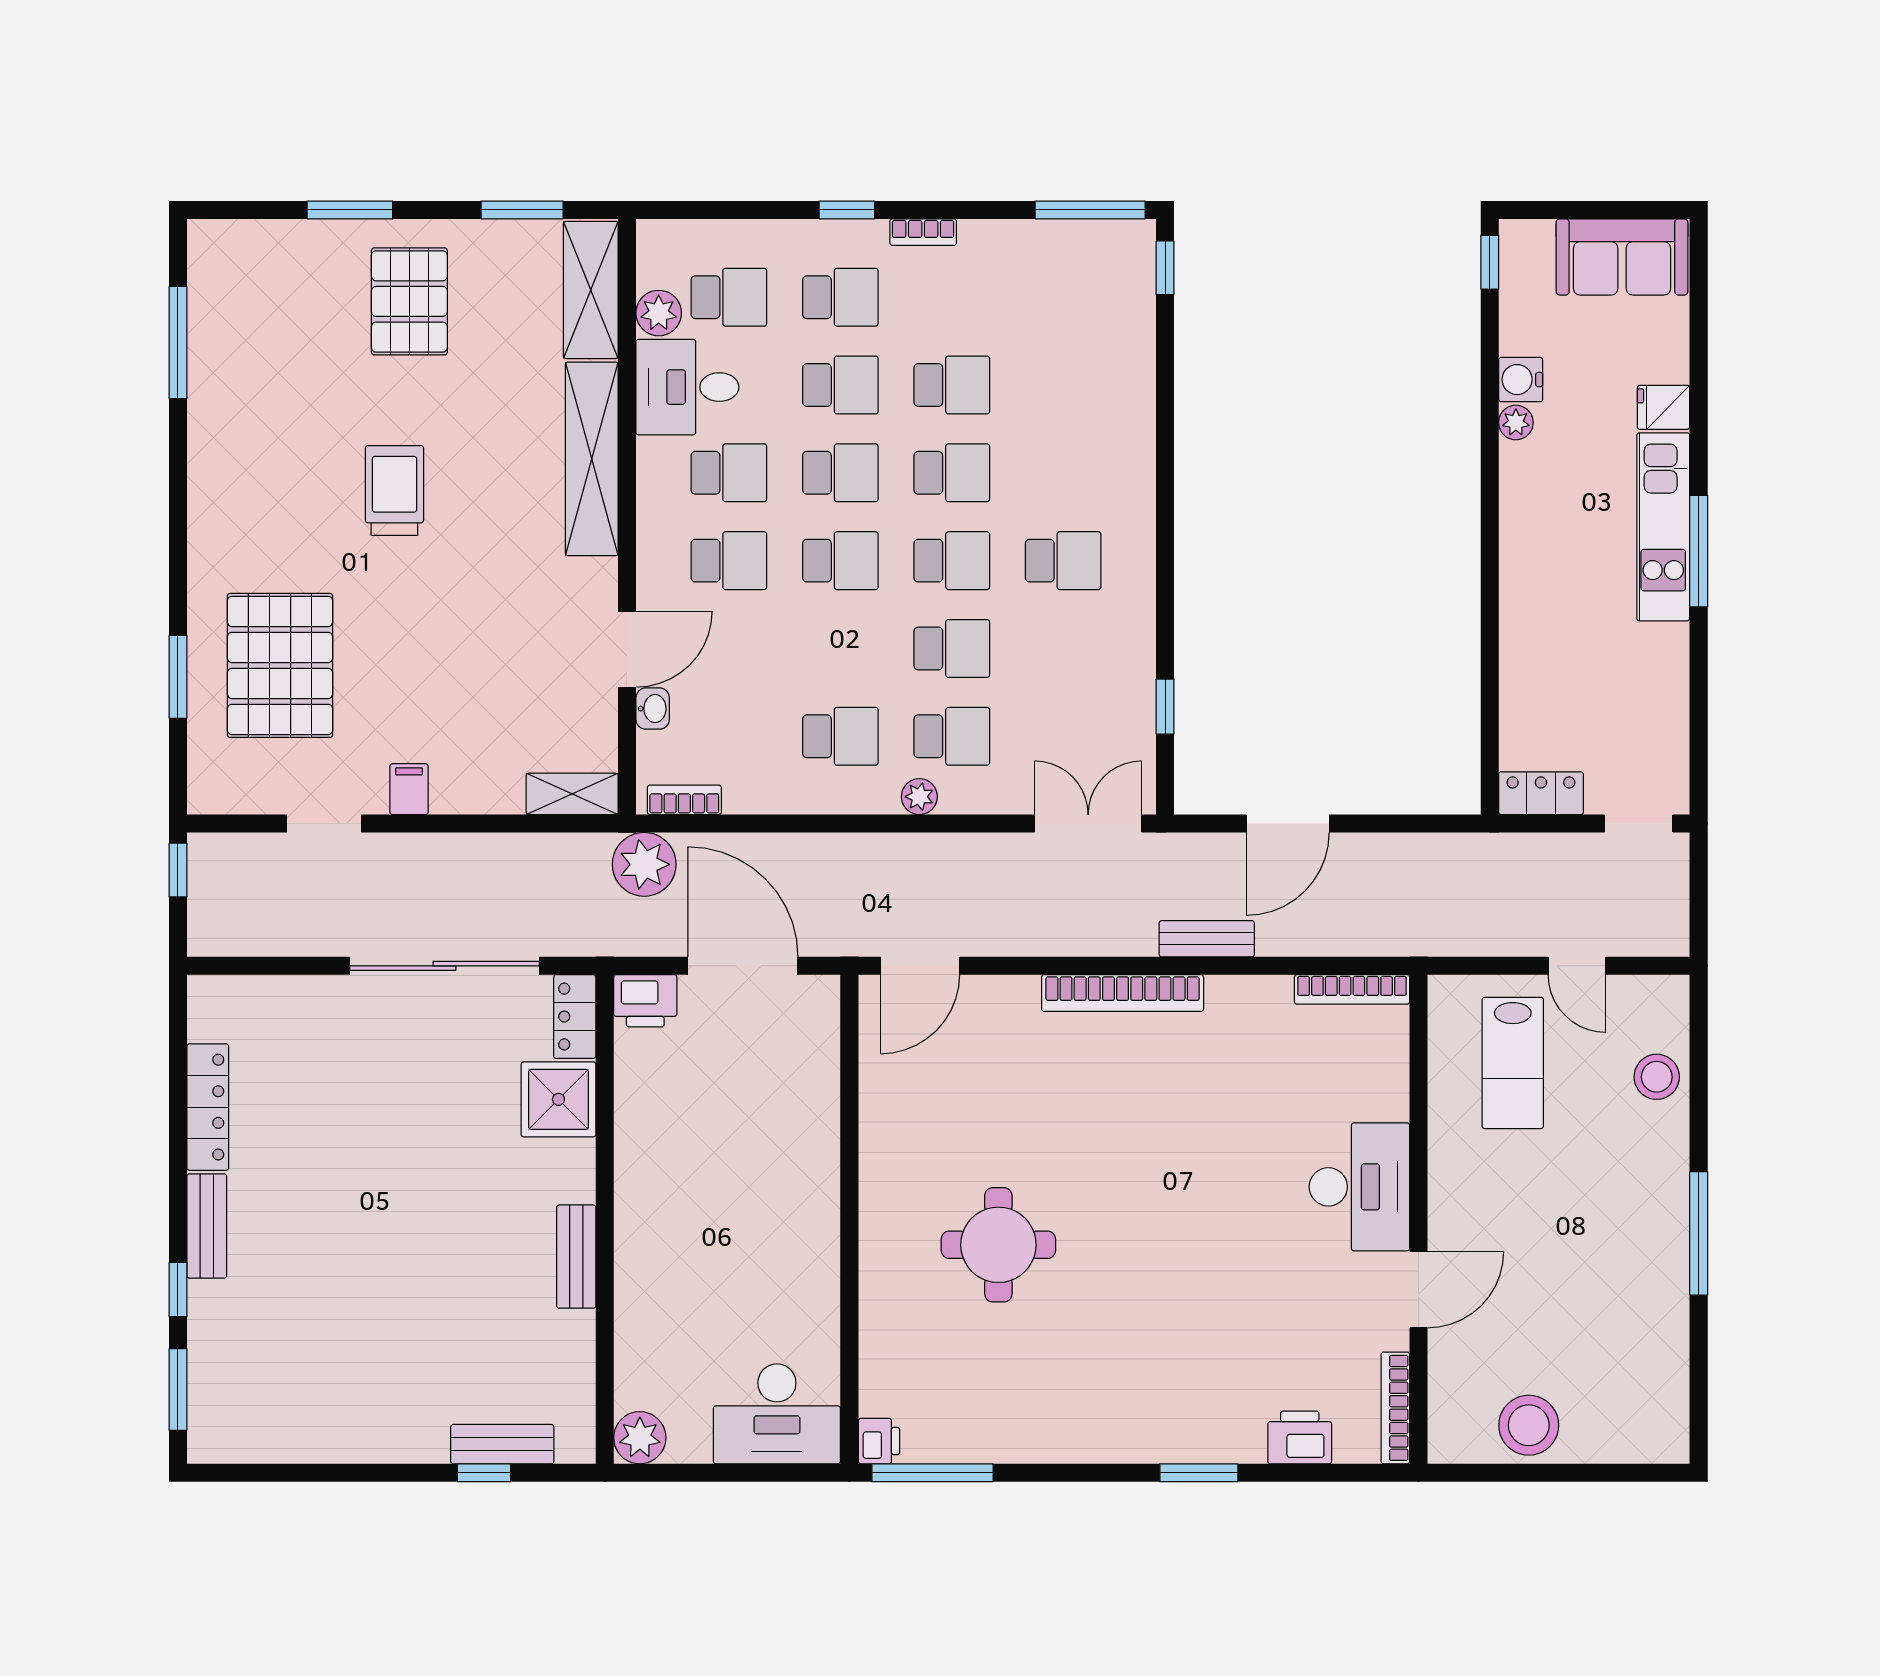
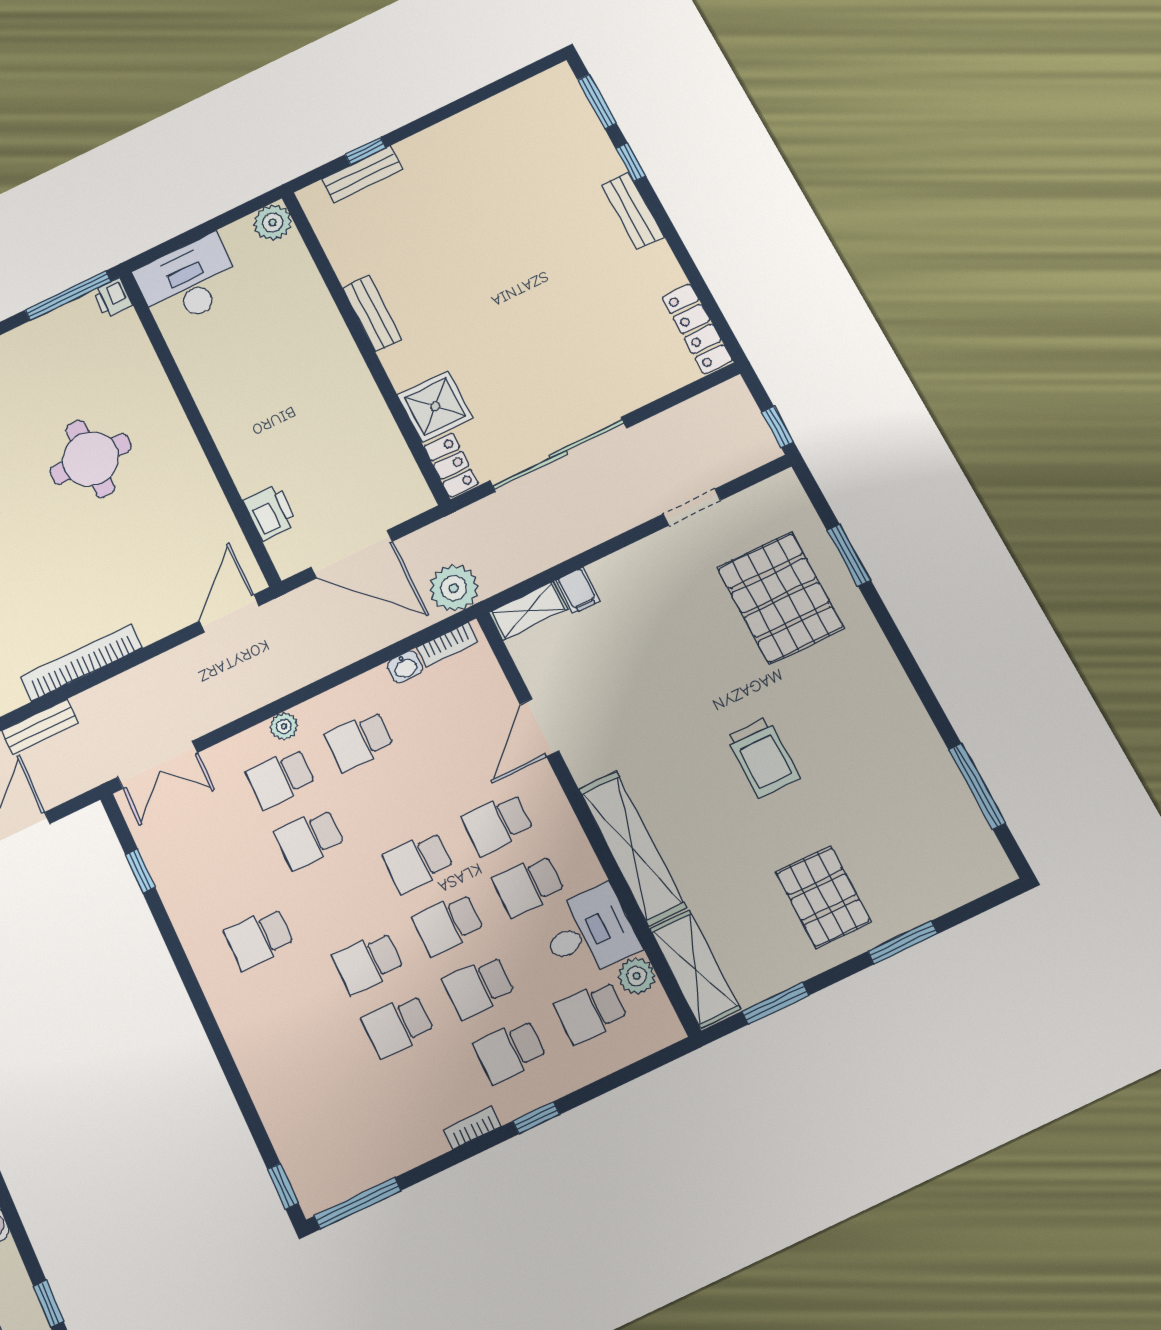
school desk: (952, 561) -> (339, 900), removed
washbasin: (653, 709) -> (405, 667), moved, turned -90
filing cabinet: (409, 789) -> (578, 591), moved
printer: (645, 1001) -> (270, 512), moved, turned 90
locker: (208, 1107) -> (697, 329), moved

